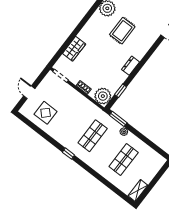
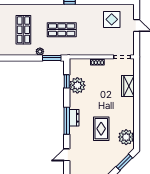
window: (145, 59) -> (67, 121), added
dresser: (130, 66) -> (74, 118), moved
plant: (103, 96) -> (77, 85), moved
shop shelf: (93, 136) -> (62, 30), turned 90

